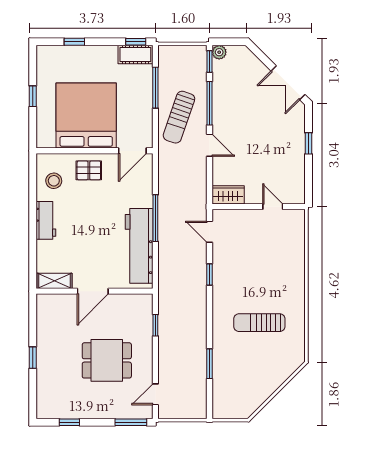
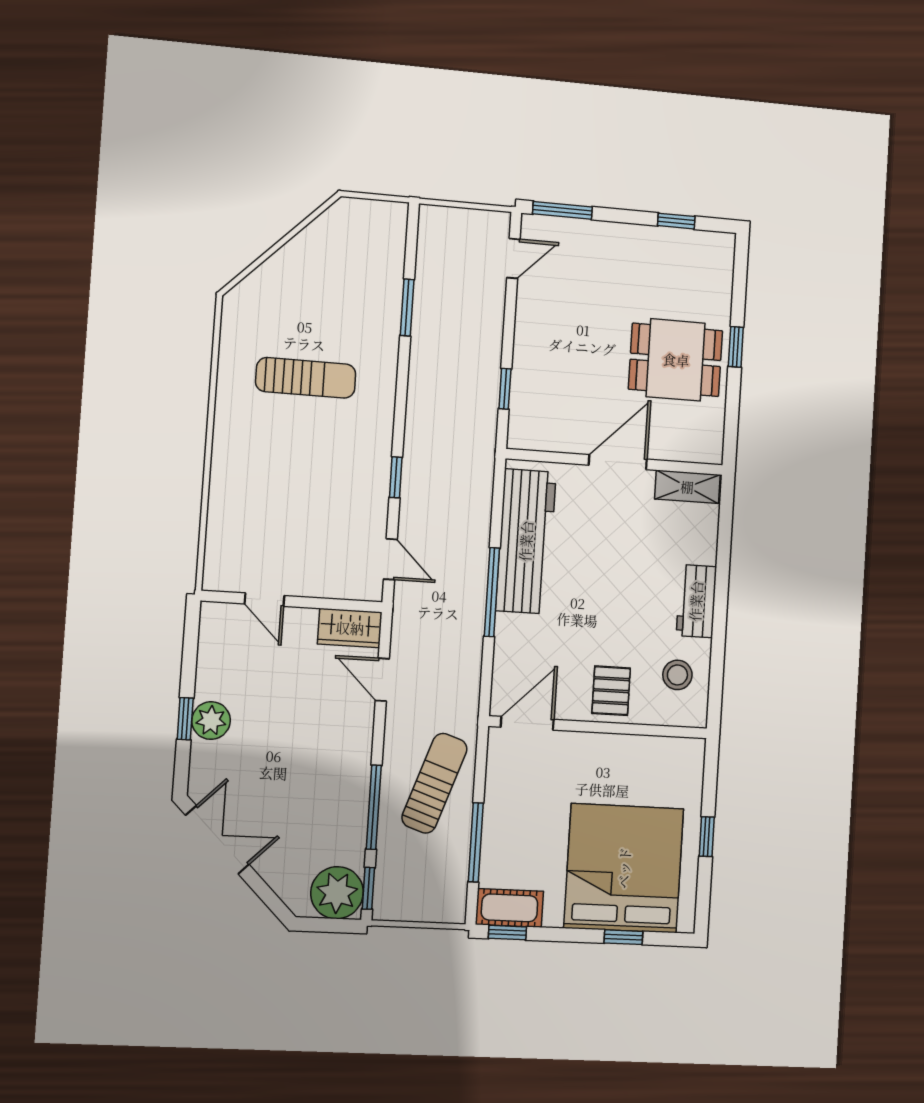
plant: (219, 52) -> (337, 893), width x1.88, depth x1.88
bed: (86, 116) -> (624, 868), moved, turned 180
plant: (295, 143) -> (211, 721), added
door: (209, 145) -> (382, 680), moved
pallet: (89, 170) -> (611, 691), turned 90
dining table: (107, 360) -> (676, 360), moved

